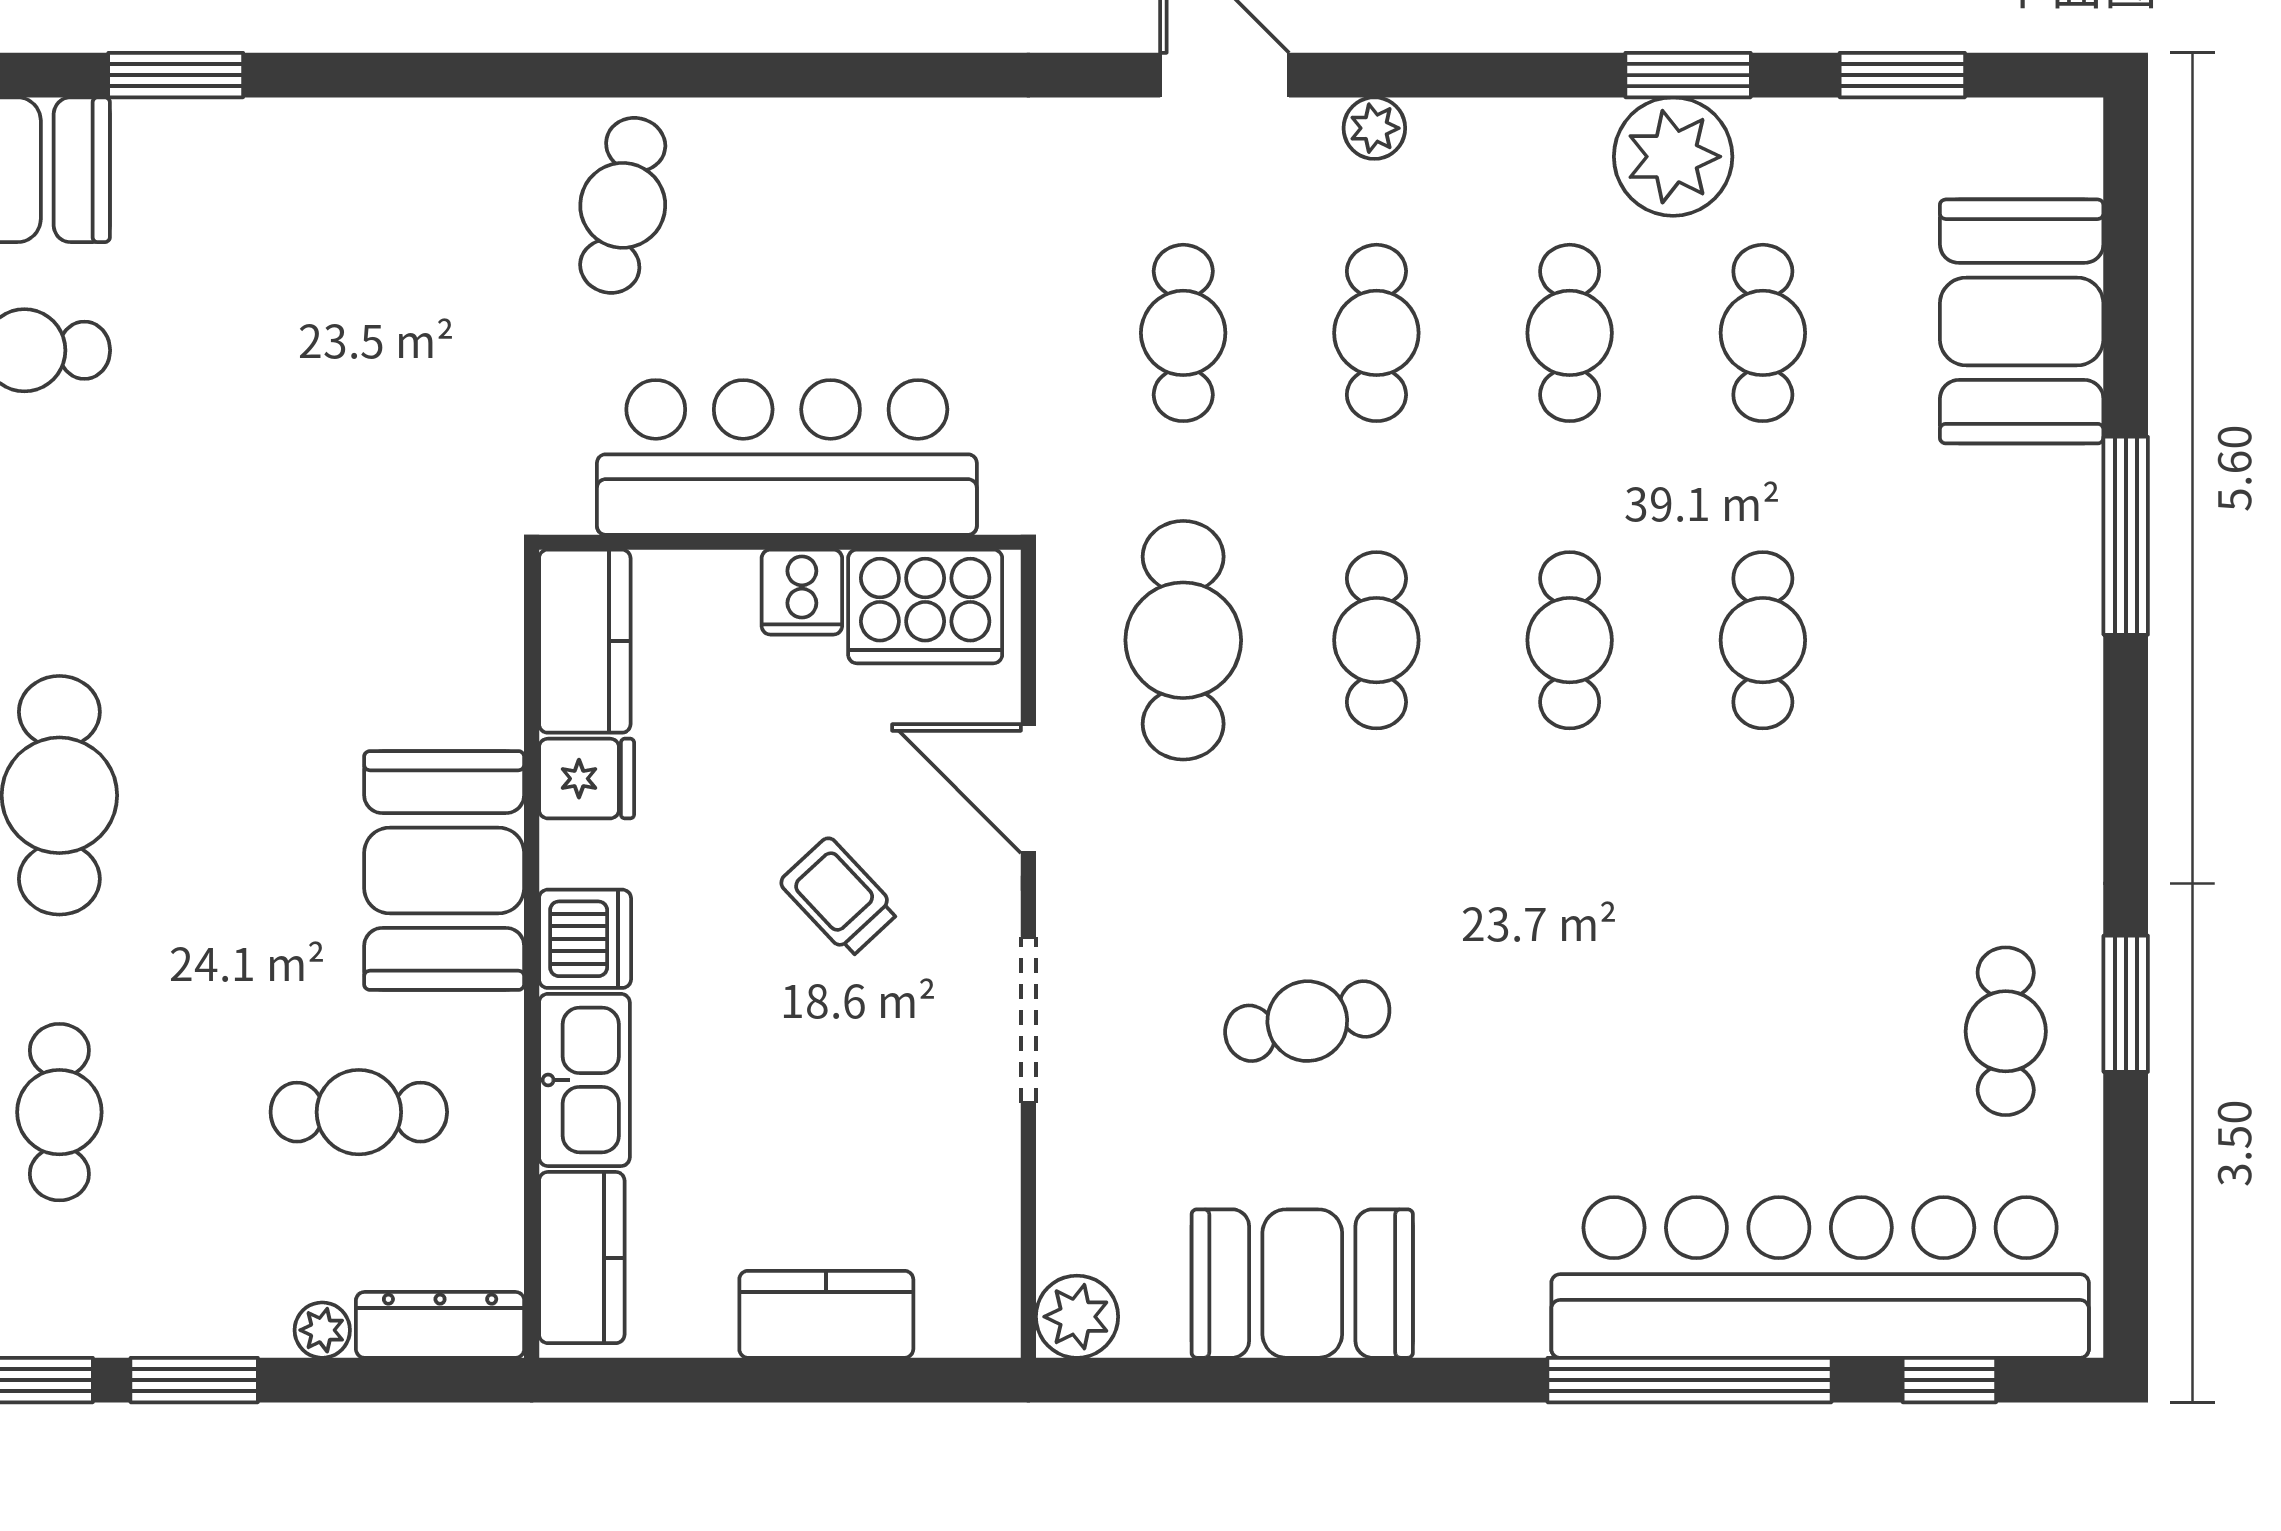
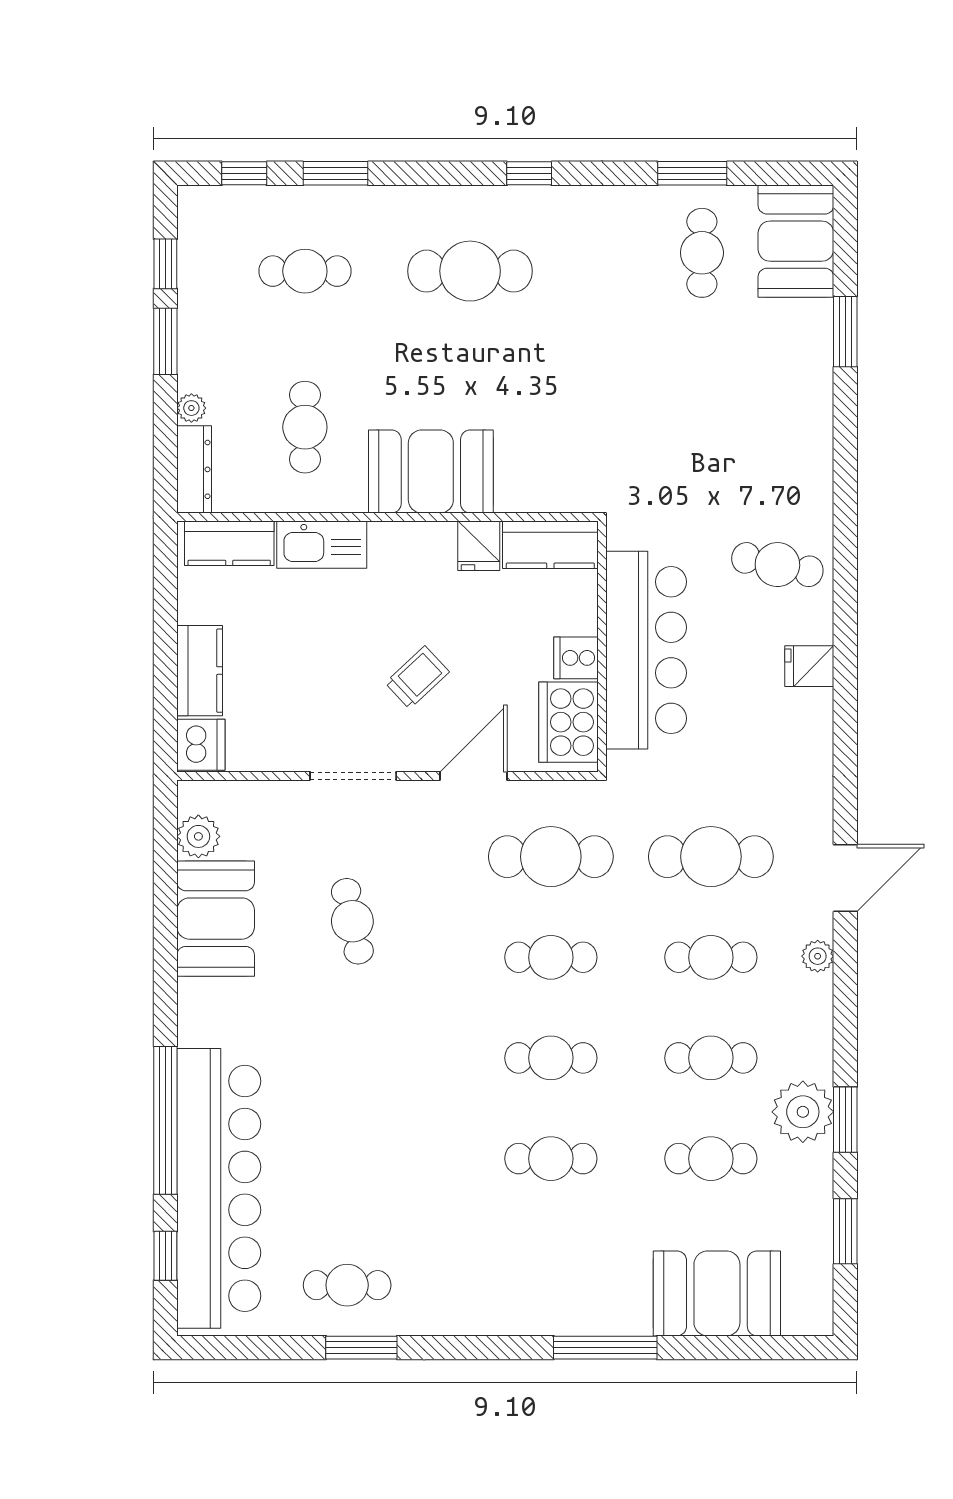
fridge: (818, 144) -> (809, 666), added
cafe table: (1183, 333) -> (711, 857), width x1.37, depth x1.35
dishwasher: (585, 939) -> (201, 745), moved, turned -90
plant: (1077, 1317) -> (198, 836), moved

